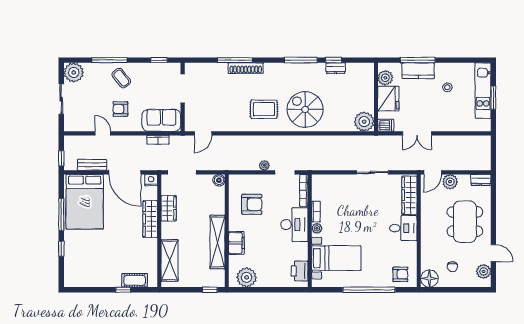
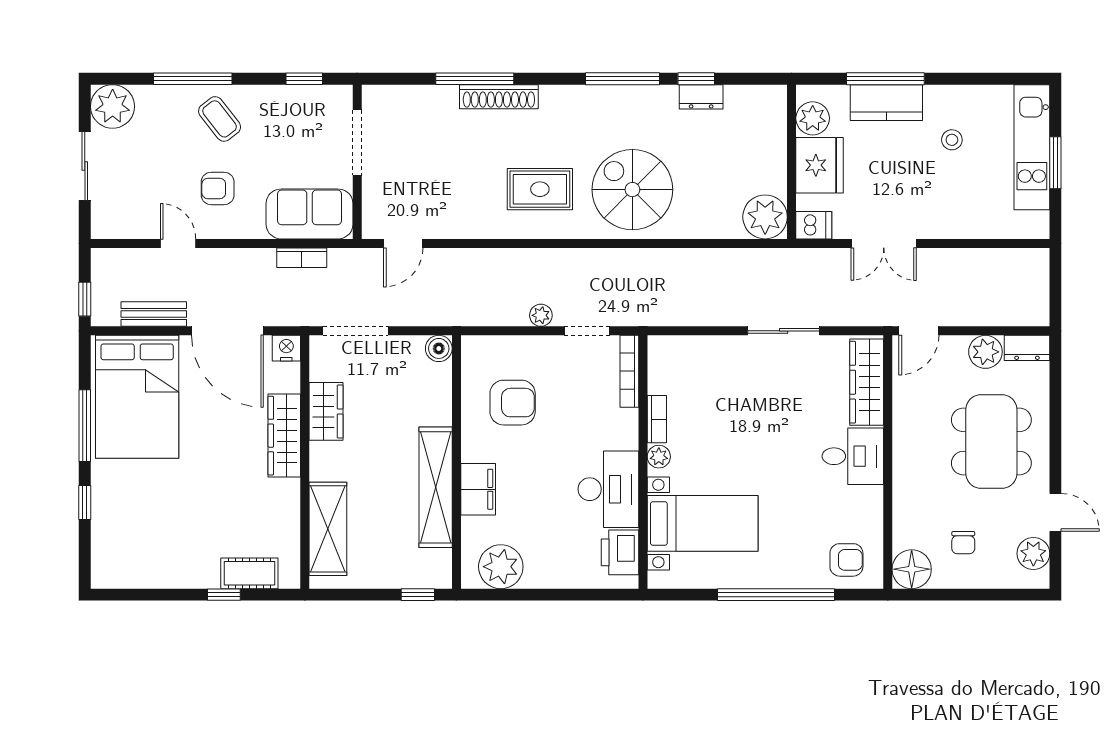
plant: (450, 182) -> (985, 352), moved
desk: (294, 225) -> (608, 489), moved

